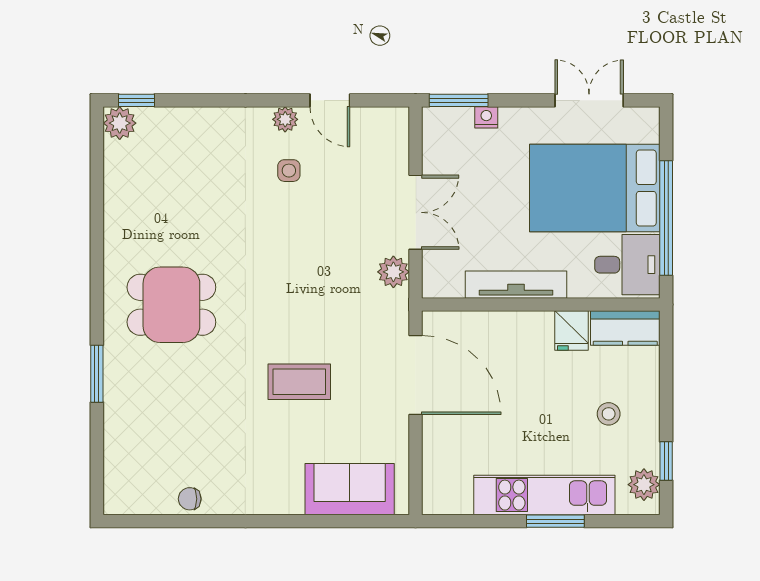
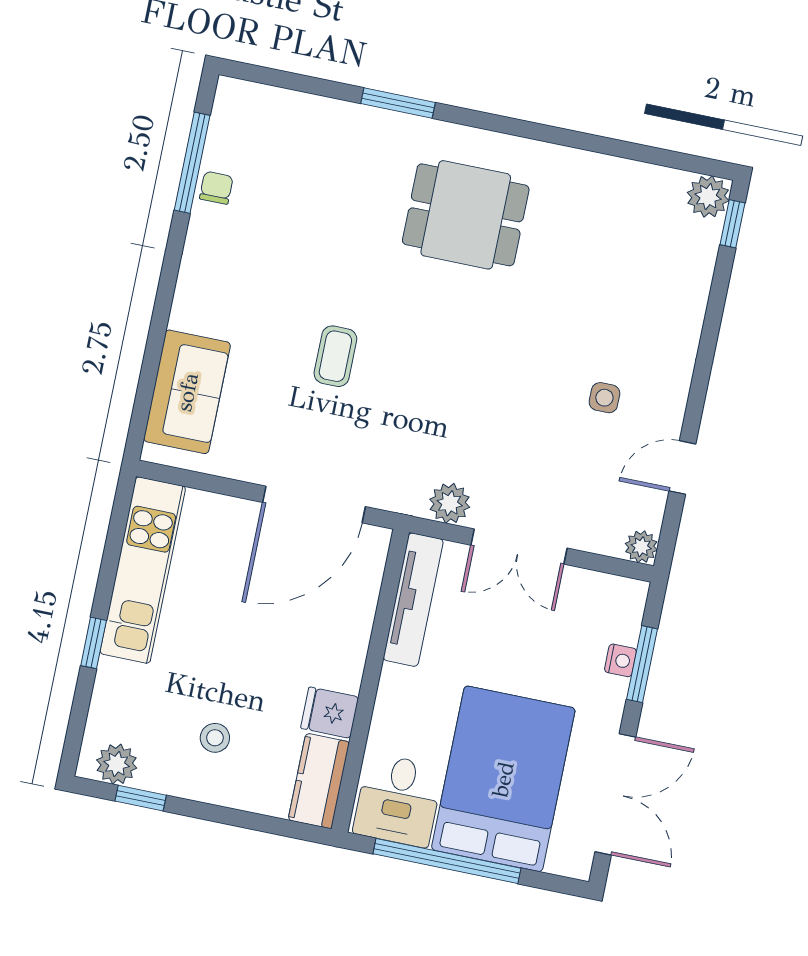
window: (459, 100) -> (642, 664), moved
double door: (589, 100) -> (615, 794), width x1.37
plant: (285, 119) -> (641, 547), moved
tv unit: (516, 285) -> (413, 600), moved
dining table: (171, 305) -> (466, 215), turned 90
coffee table: (299, 382) -> (335, 356), width x0.73, depth x0.77
kitchen unit: (544, 495) -> (143, 570), moved
window: (174, 521) -> (192, 163), added
window: (555, 521) -> (94, 643), width x0.67

